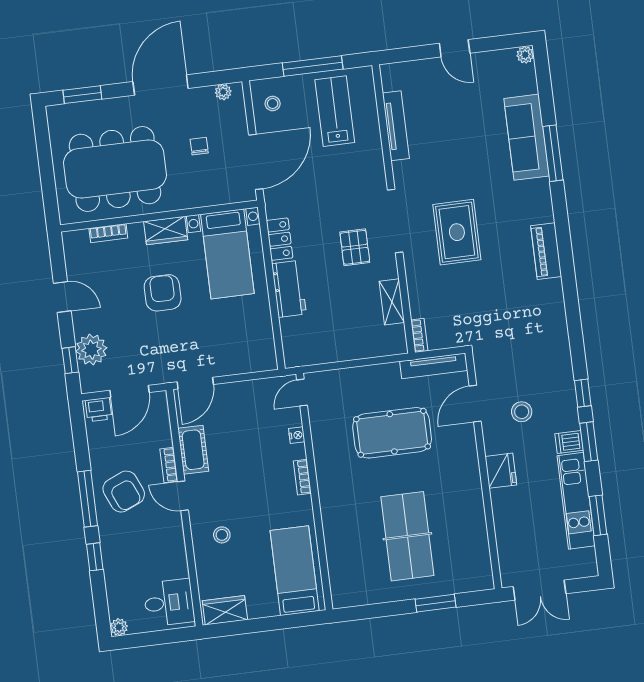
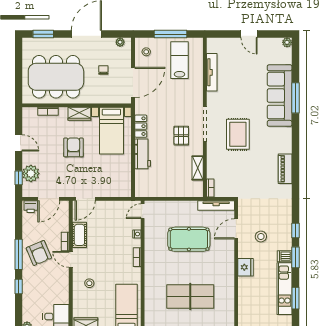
sofa: (527, 137) -> (280, 96), width x1.36, depth x1.27
piano: (546, 251) -> (285, 169), moved
table tennis table: (407, 536) -> (190, 297), turned 90

